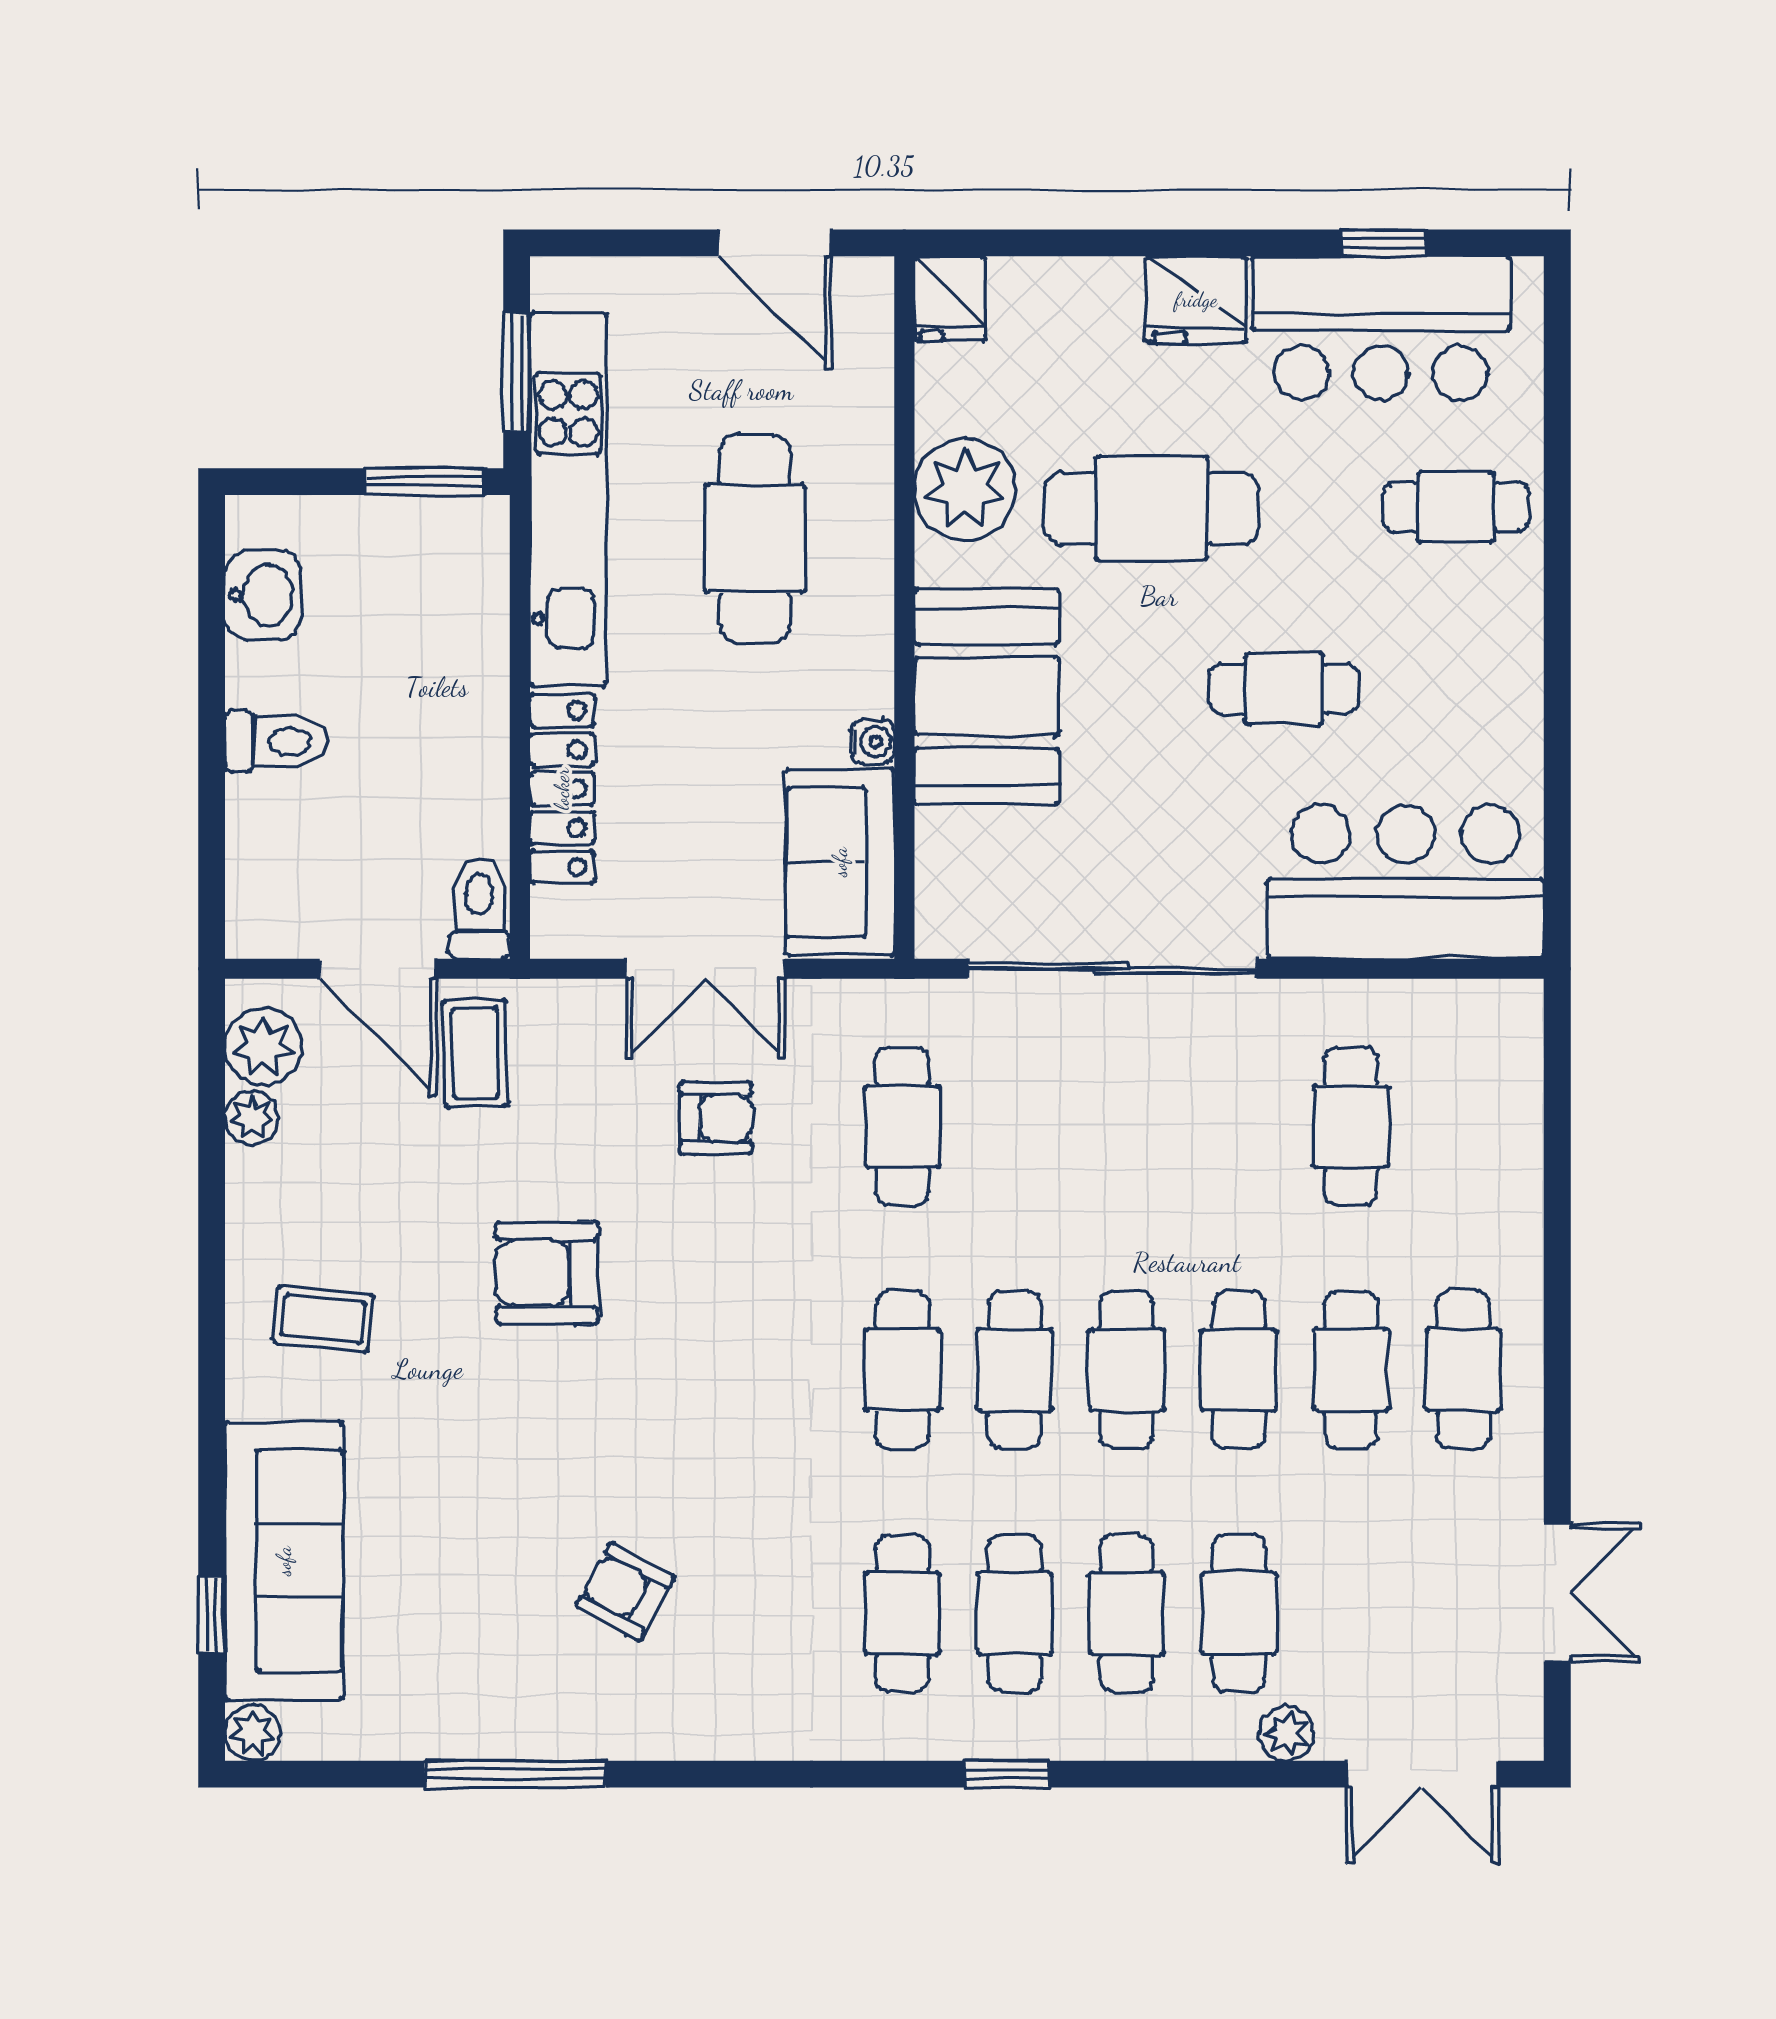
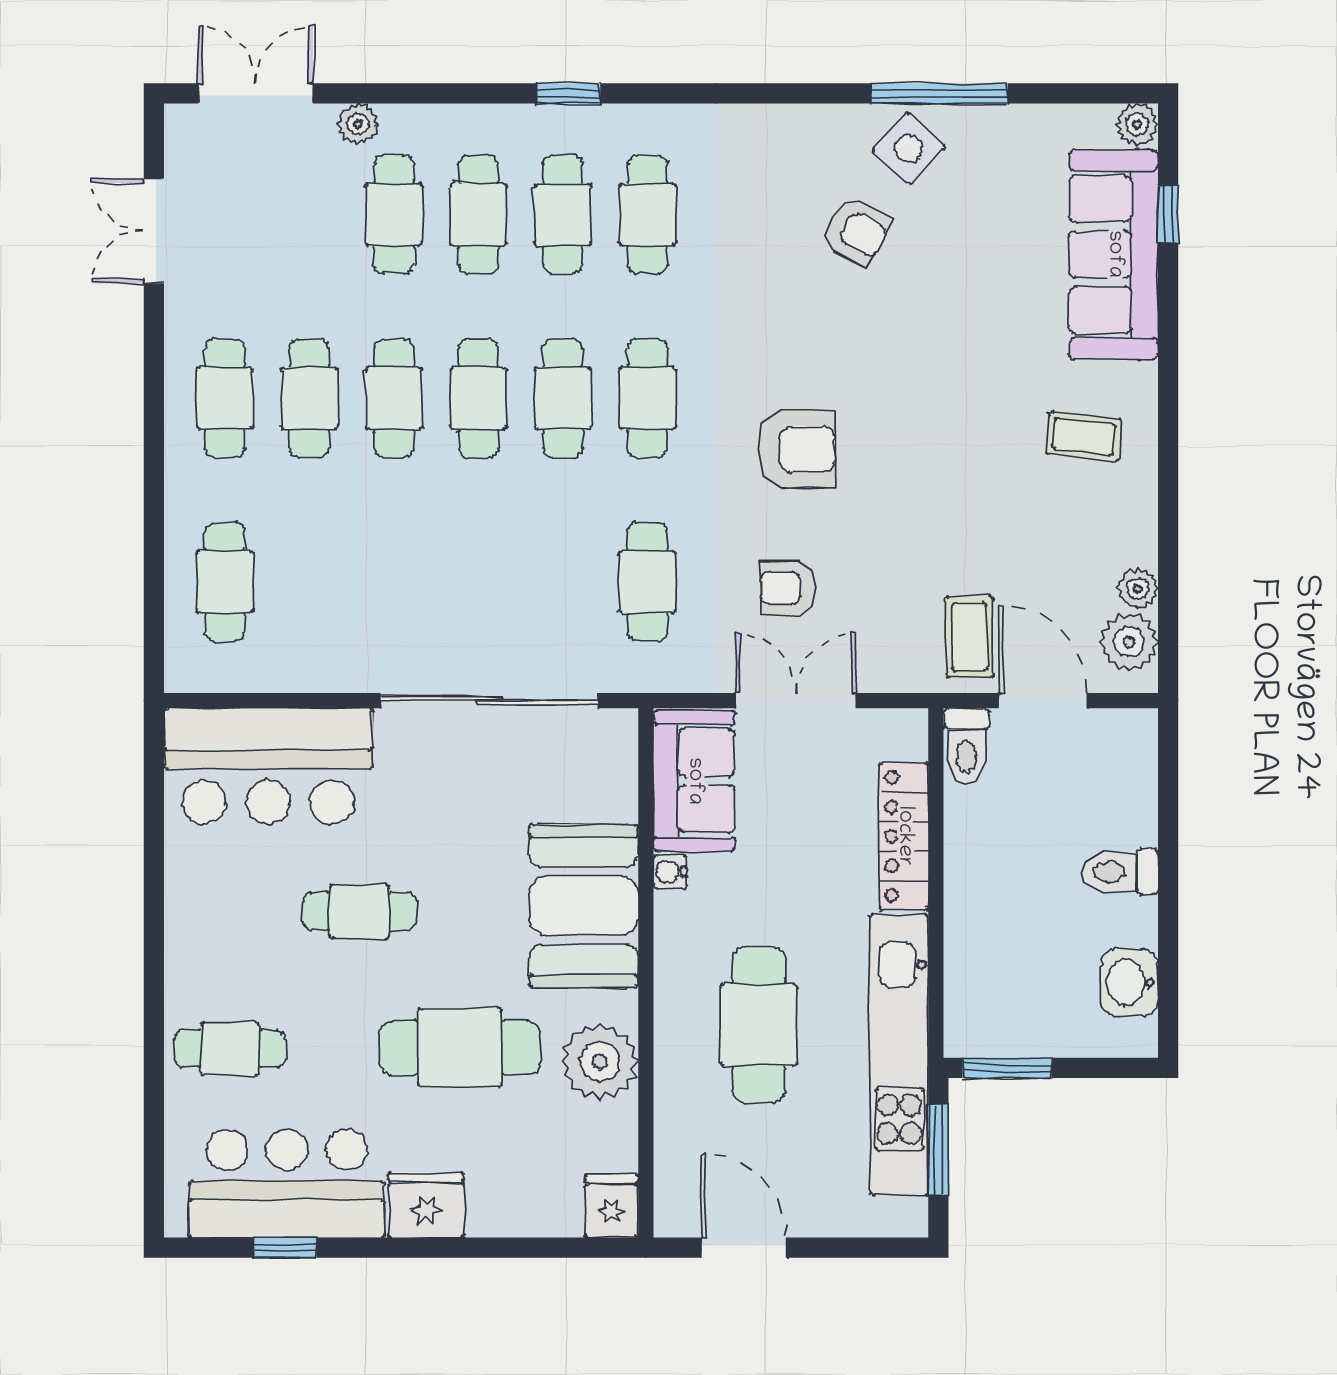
cafe table: (1351, 1126) -> (225, 582), moved
armchair: (547, 1273) -> (796, 449), moved
side table: (556, 1701) -> (909, 149), added

